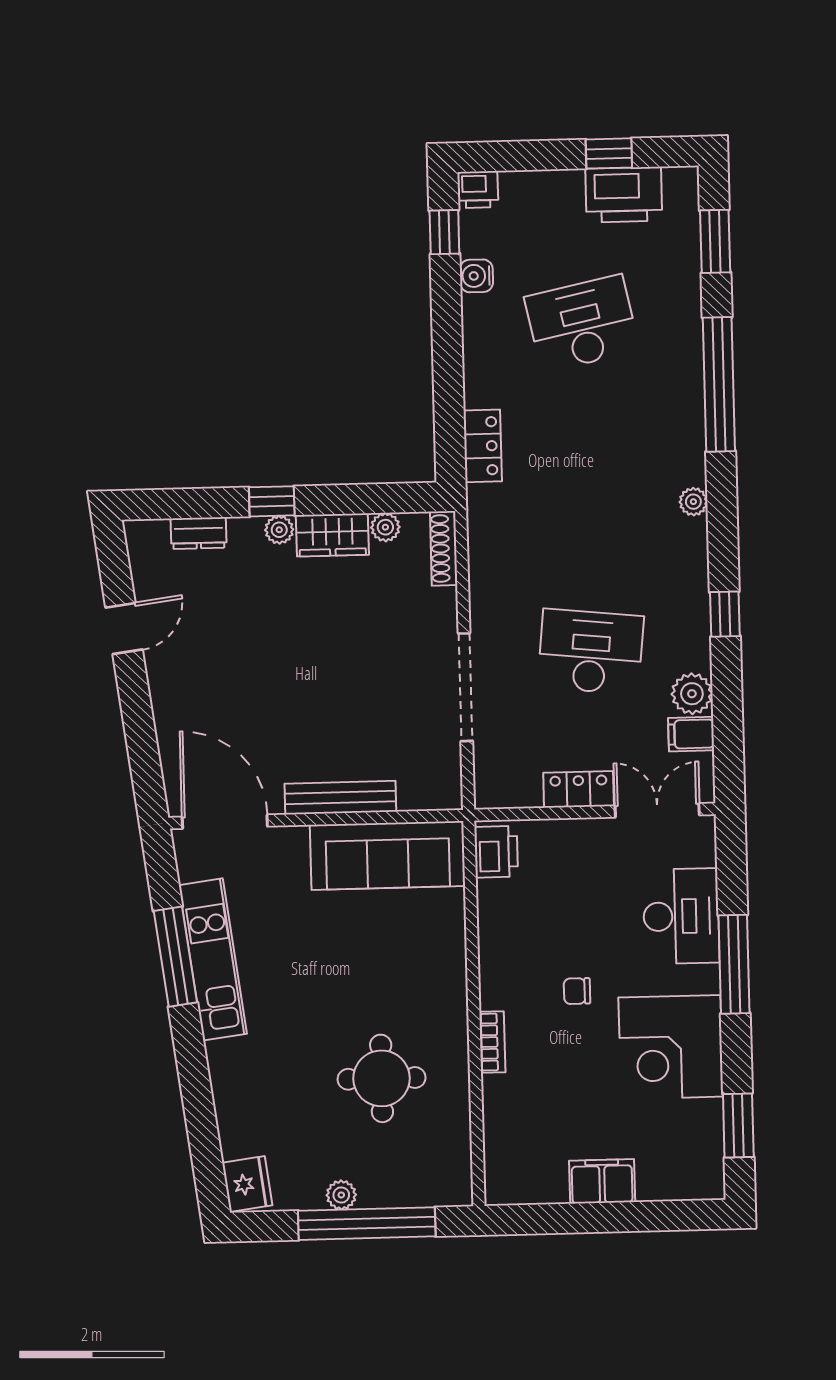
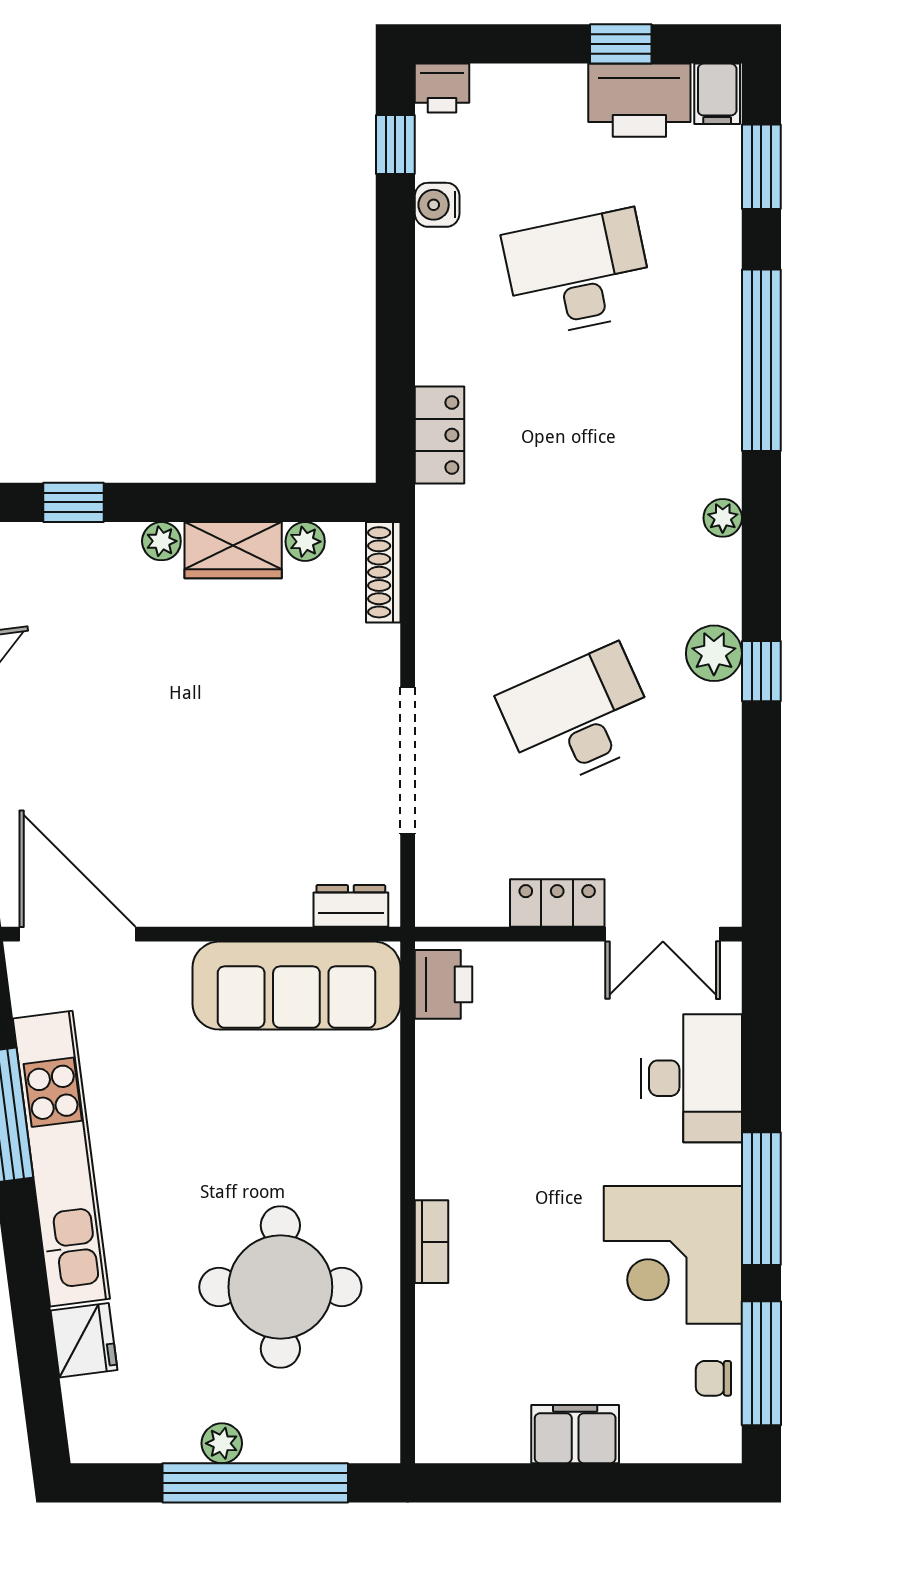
window: (272, 501) -> (73, 502), moved
dresser: (199, 533) -> (351, 906), moved, turned 180
desk: (591, 652) -> (578, 717), turned -30
plant: (692, 694) -> (714, 653), moved
filing cabinet: (691, 734) -> (717, 94), moved, turned -90
bench: (340, 798) -> (235, 906), removed
double door: (657, 810) -> (663, 934), swing flipped
kitchen unit: (213, 959) -> (61, 1159), width x1.36
window: (734, 964) -> (761, 1199), moved
chair: (577, 991) -> (713, 1378), moved
round table: (382, 1078) -> (280, 1287), width x1.36, depth x1.36
window: (738, 1125) -> (761, 1363), width x1.44
fridge: (247, 1184) -> (84, 1340), moved

